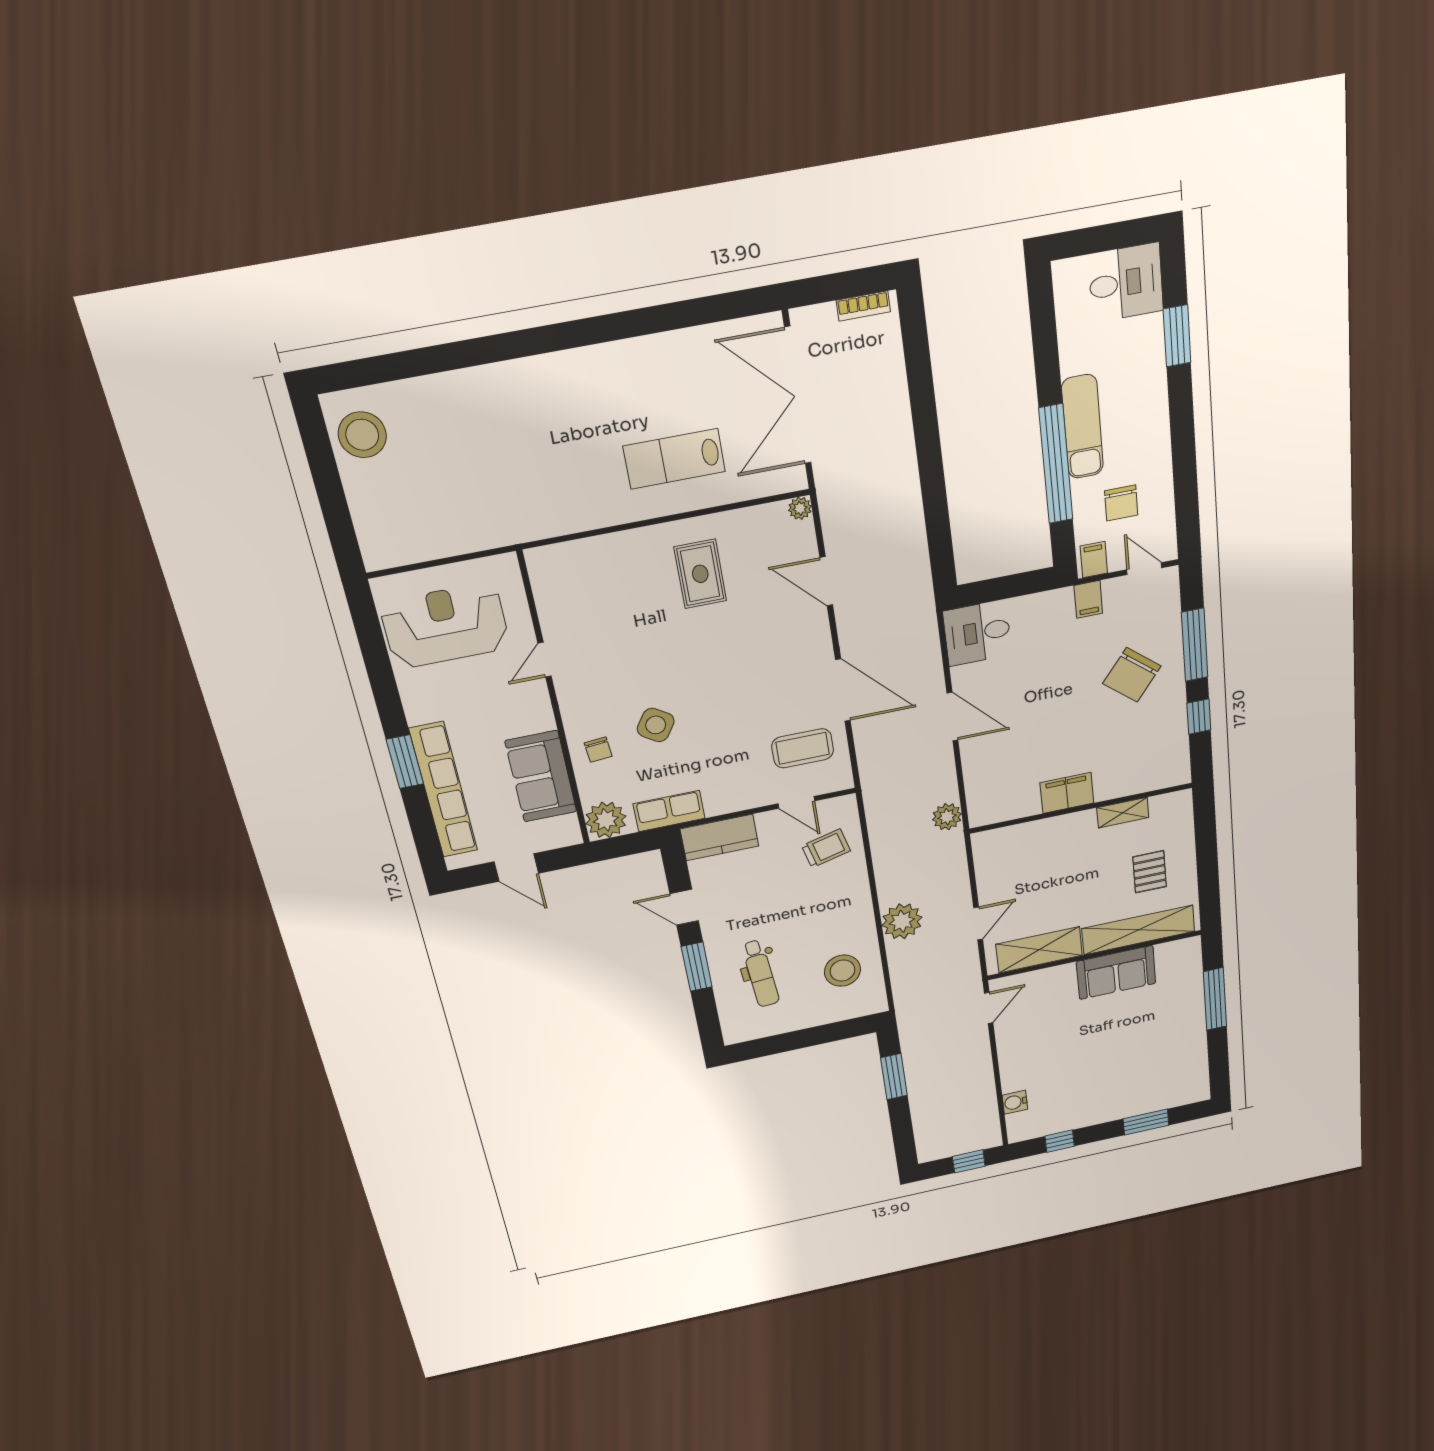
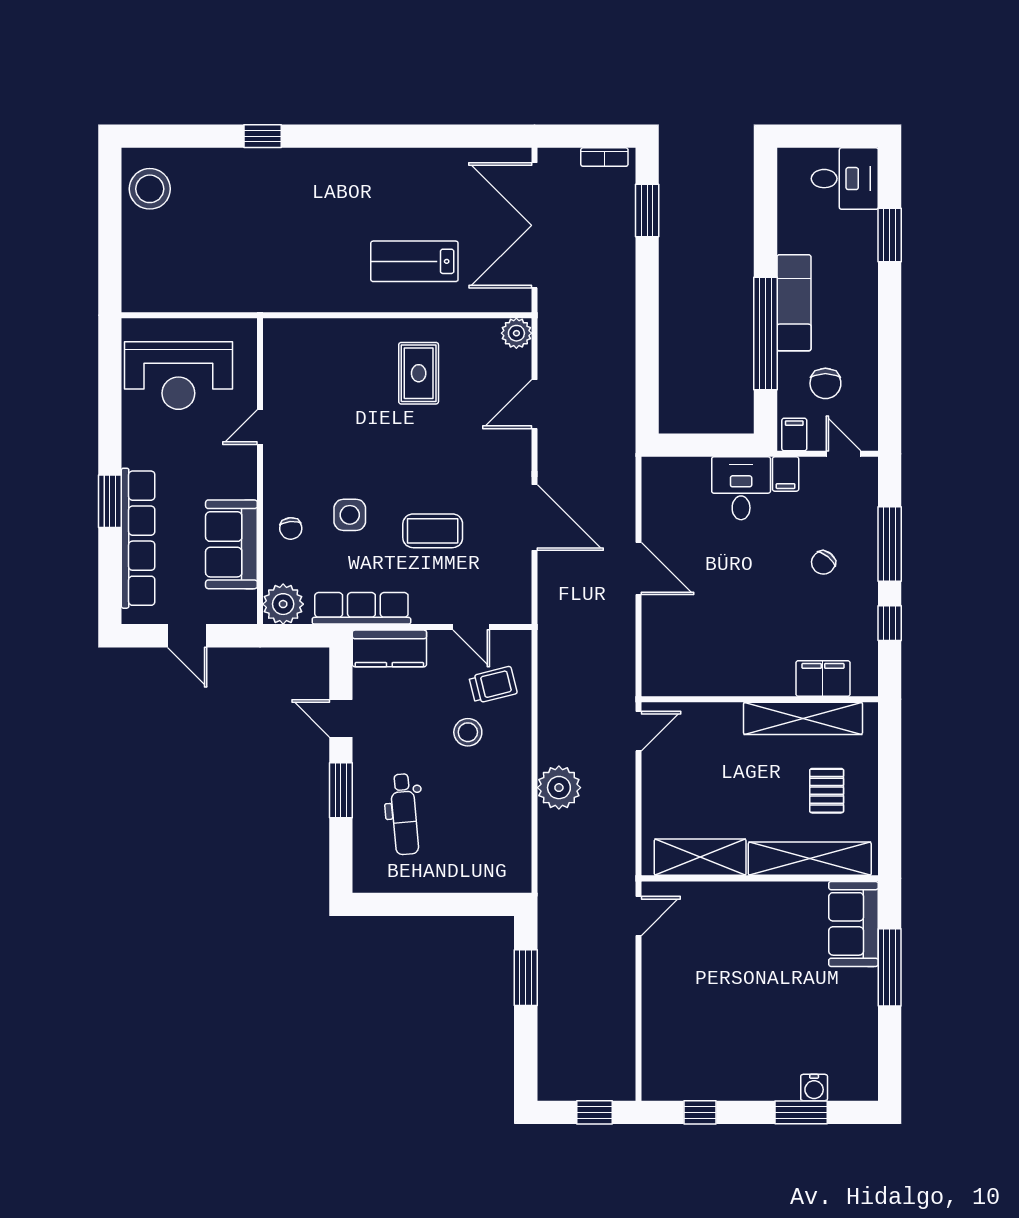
window: (476, 352) -> (263, 136), added
window: (917, 357) -> (647, 210), added
plant: (800, 508) -> (516, 333), width x1.38, depth x1.38
door: (826, 581) -> (534, 404), hinge flipped
reception desk: (445, 626) -> (178, 376), turned 180
desk: (977, 633) -> (741, 488), moved, turned 90
chair: (1132, 675) -> (823, 563), width x0.54, depth x0.54
side table: (656, 725) -> (350, 515), turned -33
coffee table: (803, 748) -> (433, 531), moved
filing cabinet: (1067, 793) -> (823, 678), moved
row of seats: (669, 811) -> (361, 608), width x1.48
shelving: (1123, 813) -> (803, 718), width x2.20, depth x1.33
plant: (947, 817) -> (620, 677), removed
door: (978, 924) -> (638, 731), moved
stool: (842, 971) -> (468, 732), moved, width x0.73, depth x0.73
sofa: (1116, 972) -> (853, 924), moved, turned 90
water cooler: (1015, 1102) -> (814, 1088), moved, turned -90

